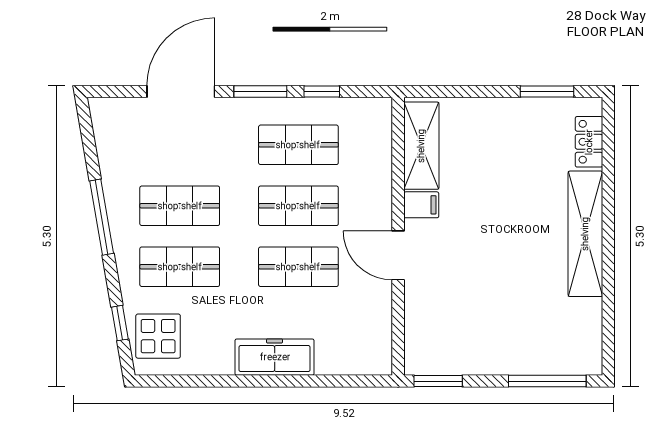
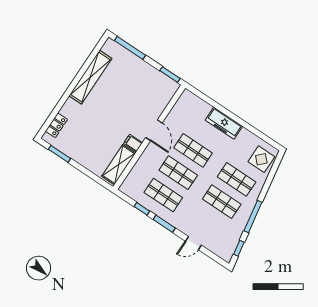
door: (181, 91) -> (193, 243), width x0.53
shelving: (585, 234) -> (90, 77), moved
window: (120, 323) -> (239, 248), moved

